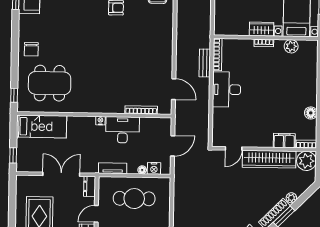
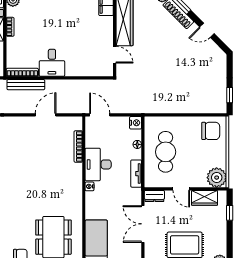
bench: (205, 63) -> (26, 85), width x1.36
door: (174, 89) -> (46, 115), moved
desk: (227, 90) -> (52, 63), width x0.73
door: (173, 146) -> (100, 115), moved
nightstand: (154, 168) -> (136, 123), moved

